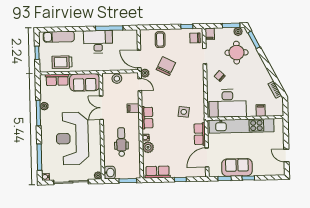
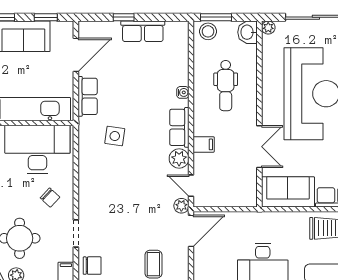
door: (139, 59) -> (191, 231), hinge flipped
chair: (166, 66) -> (144, 217), removed
stool: (117, 79) -> (208, 31), moved
plant: (148, 147) -> (179, 158), moved
row of seats: (158, 172) -> (143, 31), moved

